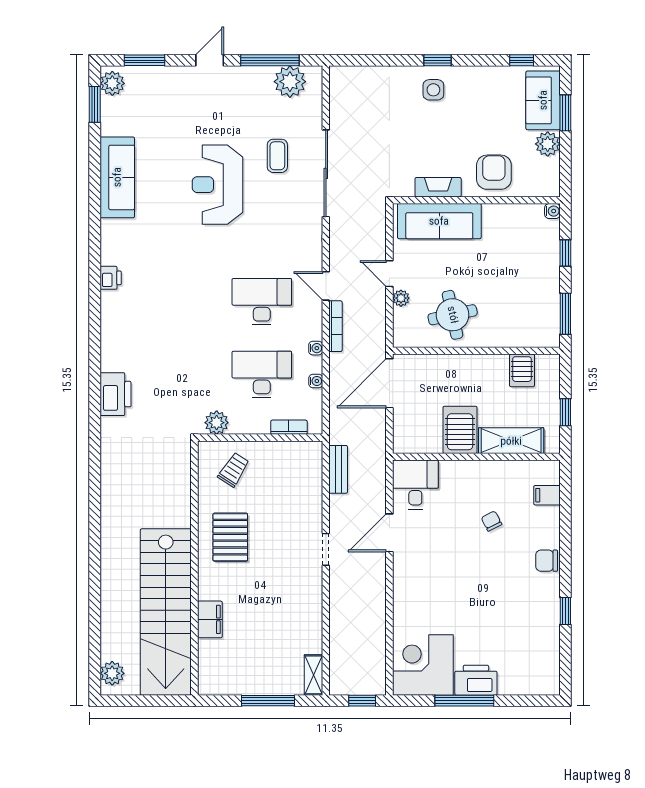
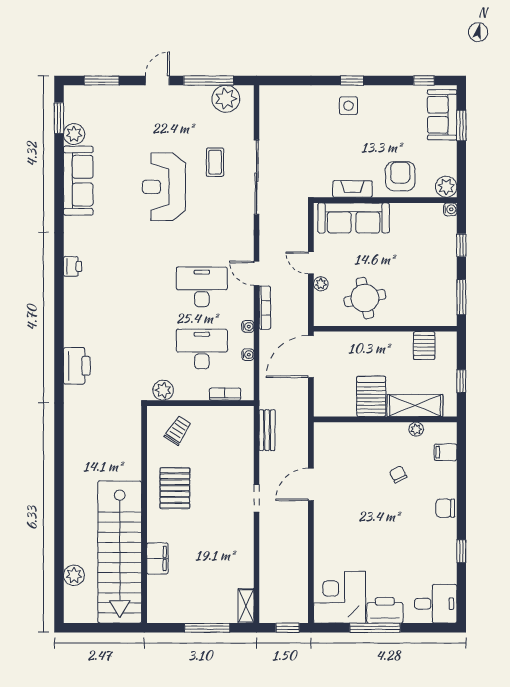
plant: (112, 83) -> (74, 134), moved
plant: (548, 144) -> (446, 187), moved
plant: (513, 468) -> (416, 429), added
desk: (415, 484) -> (436, 604), moved, turned 90
plant: (112, 673) -> (74, 575), moved

